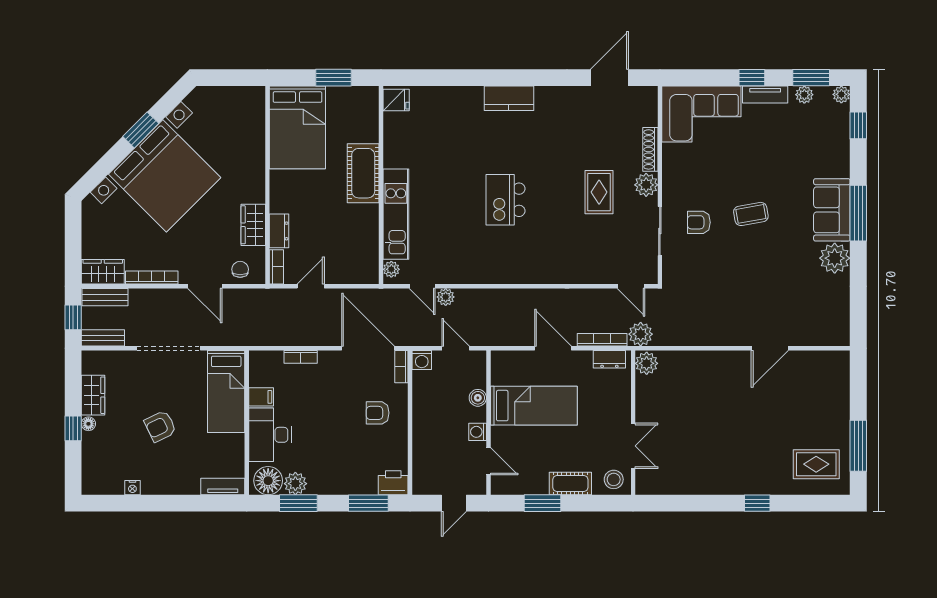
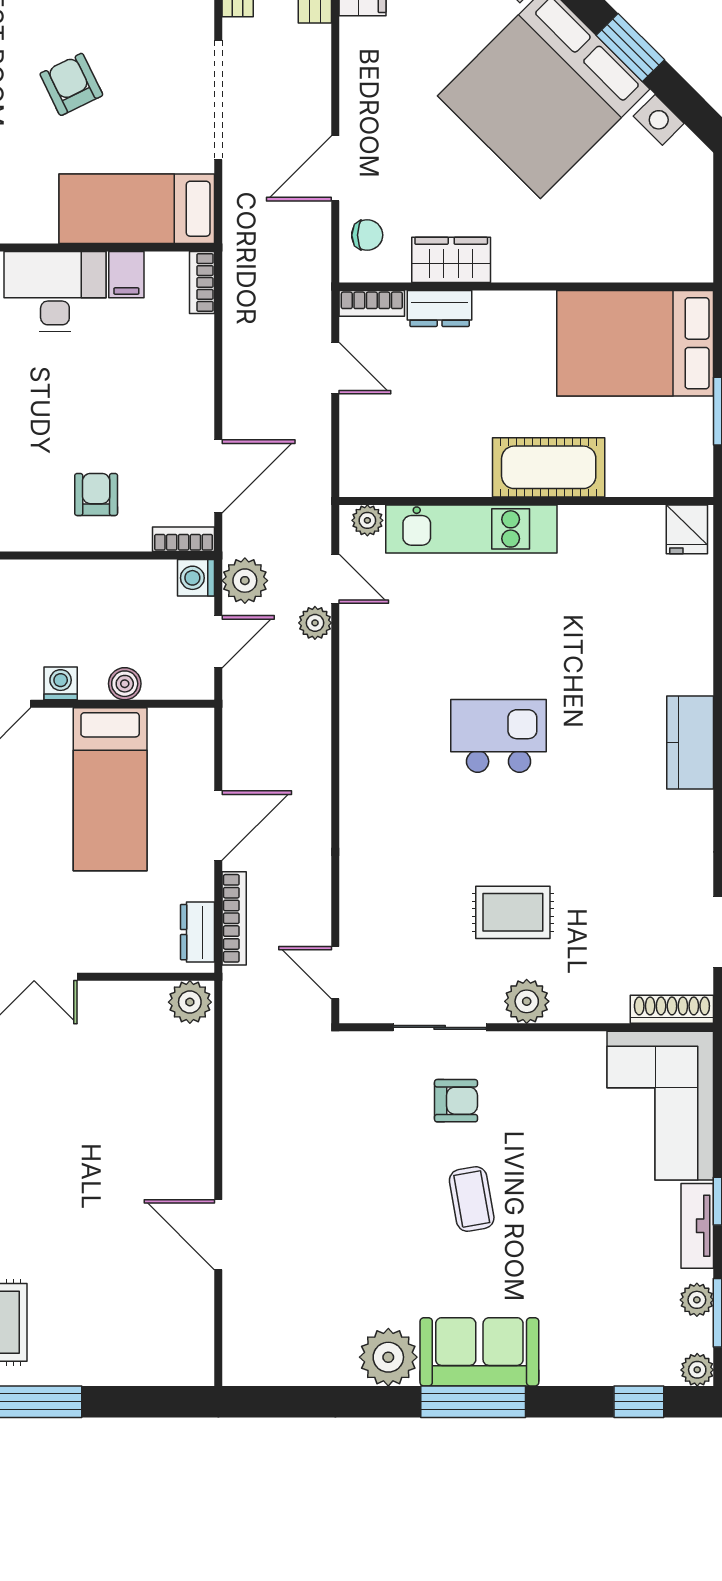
shoe rack: (650, 149) -> (672, 1009), moved
armchair: (699, 222) -> (456, 1101), turned 90
bookcase: (152, 277) -> (352, 68), removed
door: (422, 286) -> (335, 579), swing flipped
door: (631, 286) -> (335, 973), hinge flipped
plant: (641, 334) -> (245, 581), moved
door: (368, 348) -> (218, 476), width x0.73
bookcase: (301, 357) -> (202, 282), moved

